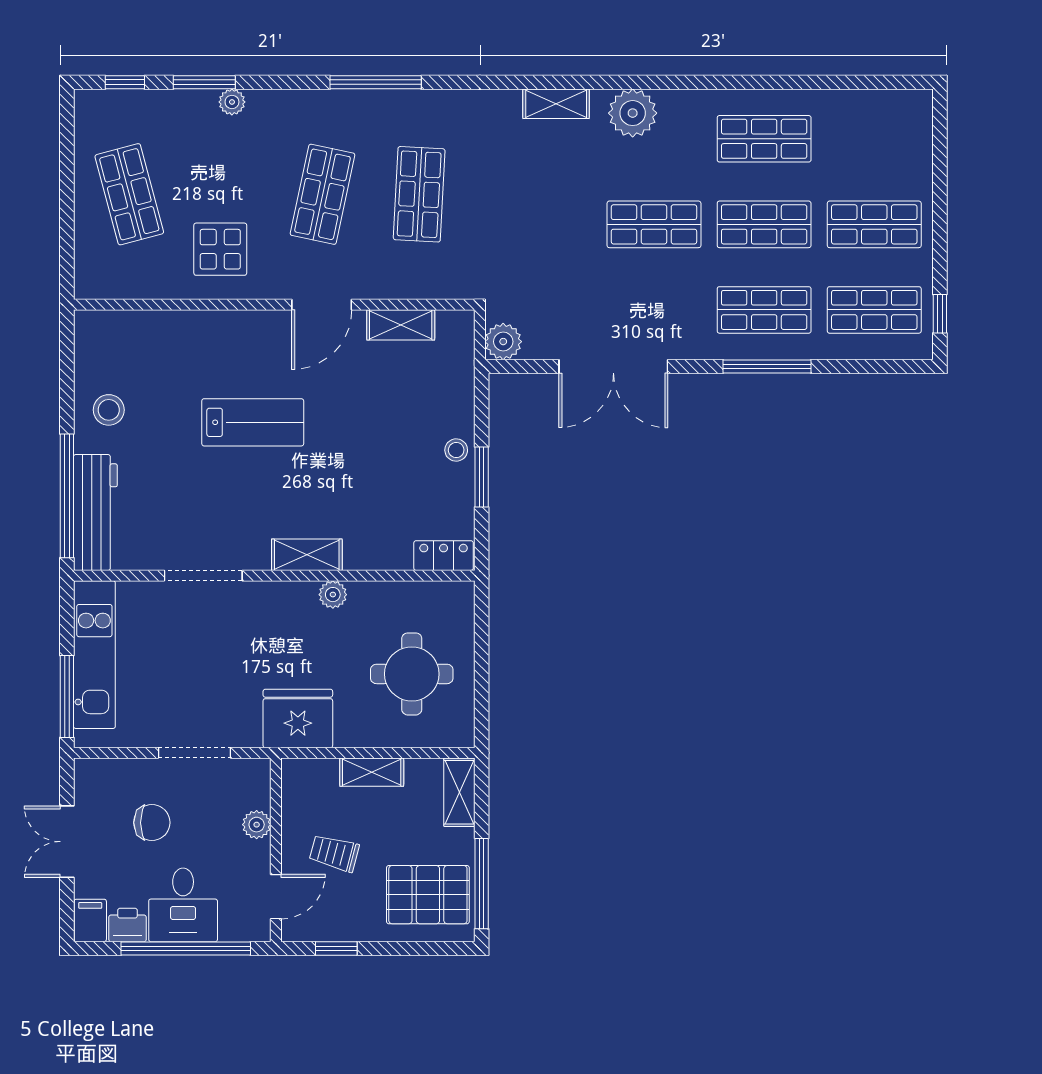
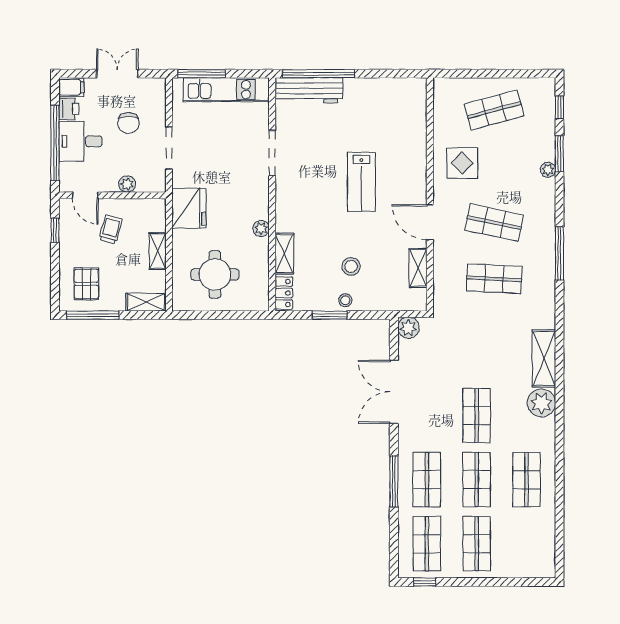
shelving: (556, 104) -> (544, 358), width x1.50, depth x1.33
stool: (109, 410) -> (351, 266), moved
shelving: (307, 555) -> (284, 254), moved
pallet: (428, 895) -> (86, 284), width x0.67, depth x0.71

